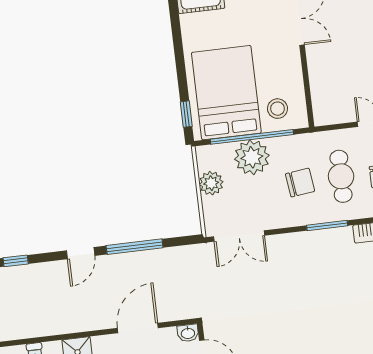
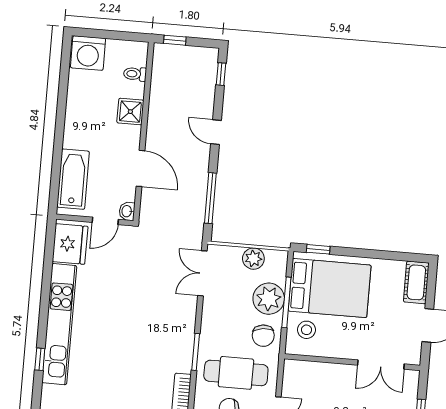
window: (252, 137) -> (286, 302), width x0.68
cafe table: (341, 176) -> (236, 373), width x1.37, depth x1.35
chair: (300, 183) -> (263, 336), moved
window: (135, 247) -> (210, 198), moved

